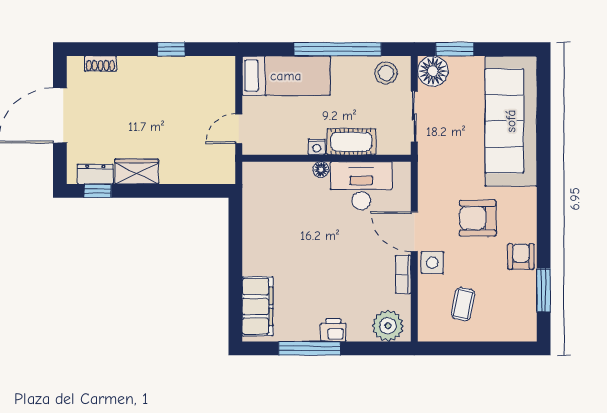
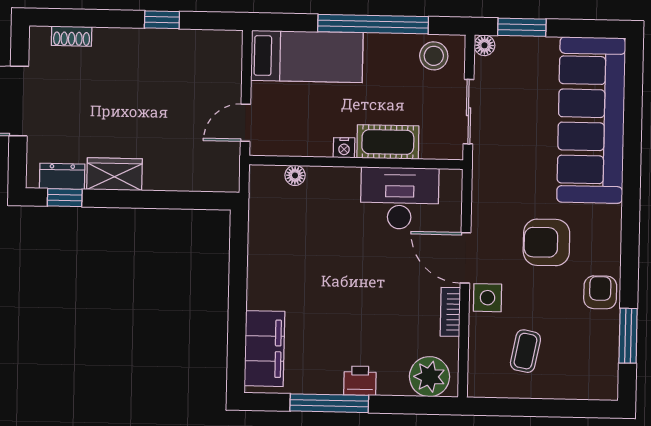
floor lamp: (433, 71) -> (484, 45), width x0.53, depth x0.53
floor lamp: (321, 170) -> (295, 175), moved

